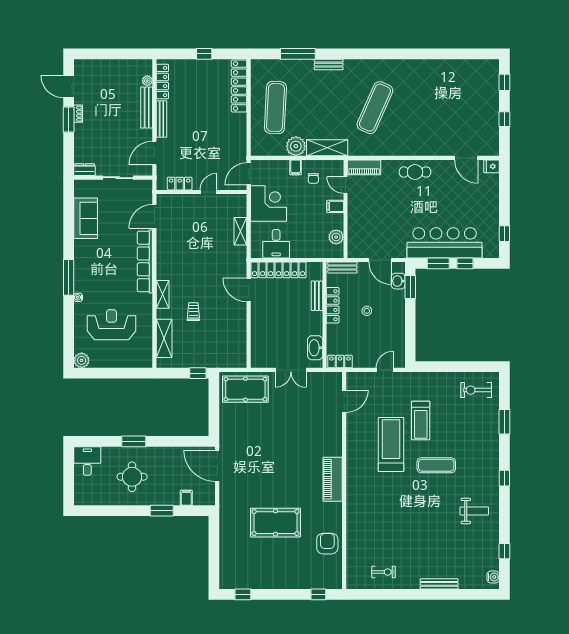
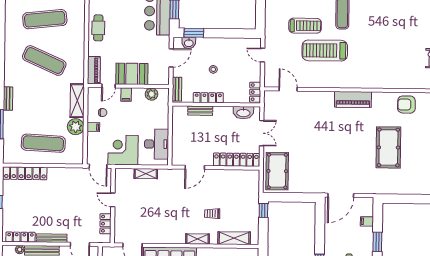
exercise mat: (425, 108) -> (45, 19), added
booth: (360, 213) -> (132, 74), added
desk: (276, 244) -> (157, 144), width x1.37
locker: (279, 270) -> (236, 160), moved, turned -90

